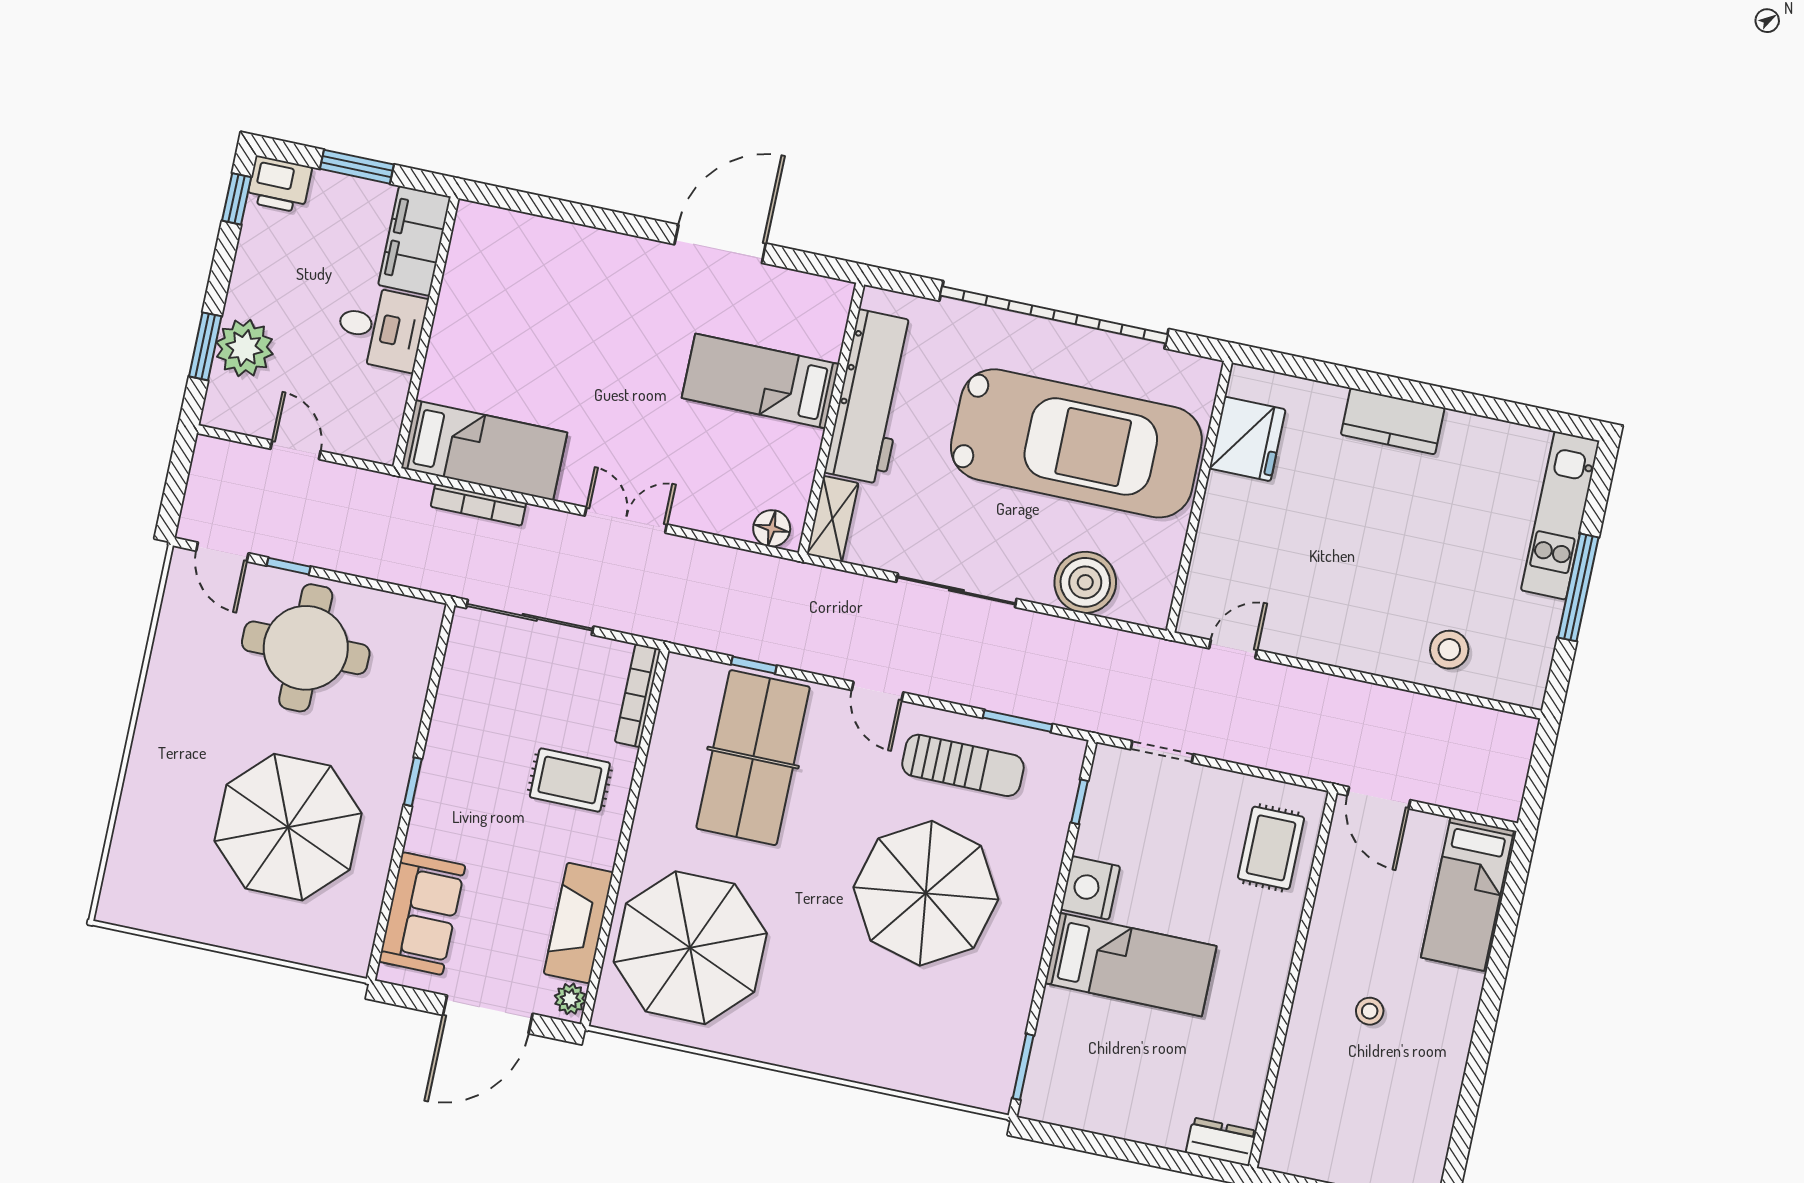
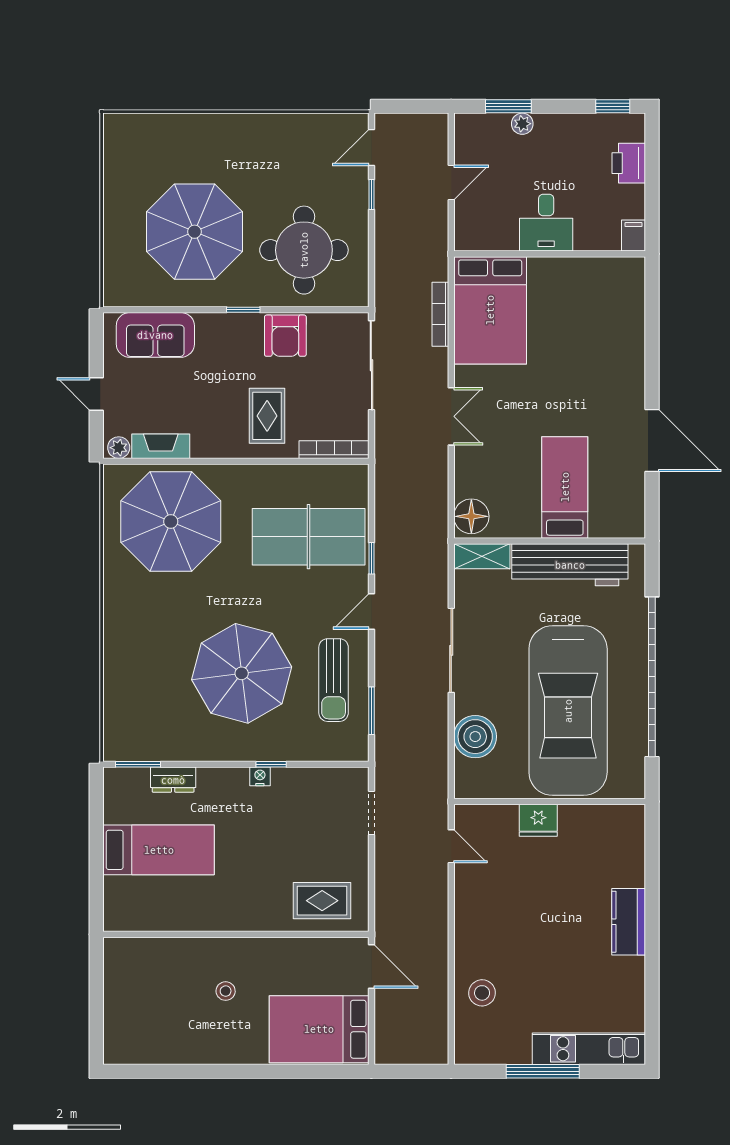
window: (357, 167) -> (652, 183), removed
printer: (279, 184) -> (629, 163), moved
filing cabinet: (415, 241) -> (634, 236), width x0.33, depth x0.86
plant: (244, 348) -> (522, 124), width x0.53, depth x0.53
fridge: (1247, 439) -> (538, 820), moved, width x0.73, depth x0.75
bed: (484, 450) -> (490, 310), width x1.50
floor lamp: (772, 528) -> (471, 516), width x1.38, depth x1.38
round table: (306, 648) -> (304, 250), moved
window: (754, 665) -> (371, 558), moved
armchair: (462, 730) -> (285, 336), added
door: (1379, 798) -> (371, 966), swing flipped
window: (1079, 802) -> (271, 764), moved
nightstand: (1090, 888) -> (260, 776), width x0.53, depth x0.56
bed: (1467, 894) -> (319, 1029), width x1.50
fireplace: (579, 923) -> (161, 446), width x0.73, depth x0.76
bed: (1131, 965) -> (159, 850), moved, turned -90
door: (488, 1014) -> (96, 394), width x0.53
dresser: (1221, 1142) -> (173, 780), moved, turned 90

